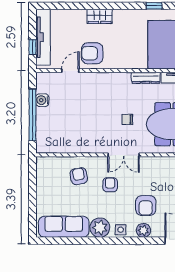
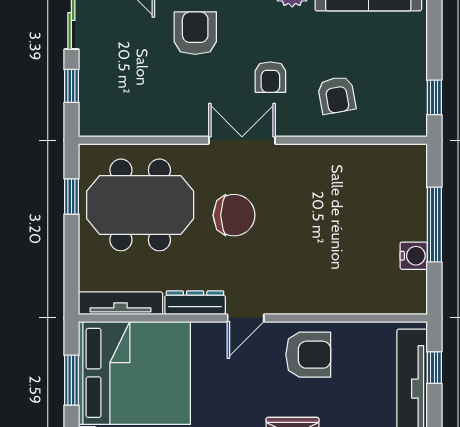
door: (70, 71) -> (246, 318), moved
window: (32, 115) -> (434, 225), width x0.68
chair: (127, 119) -> (234, 215), width x1.87, depth x1.87
window: (32, 175) -> (434, 97), added

